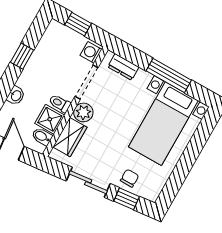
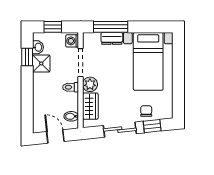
window: (22, 56) -> (27, 57), moved
dresser: (123, 67) -> (112, 38), moved
window: (169, 75) -> (111, 27), moved
washbasin: (16, 96) -> (38, 47), moved
shower: (50, 119) -> (41, 63), moved

